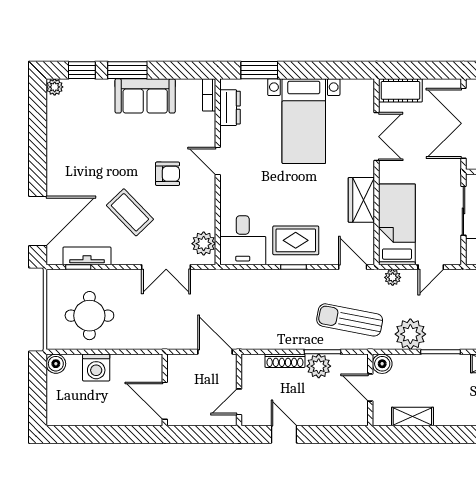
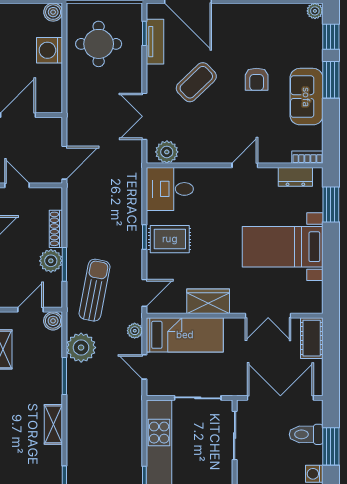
armchair: (168, 174) -> (257, 79), moved
rug: (296, 240) -> (170, 239), turned 90

